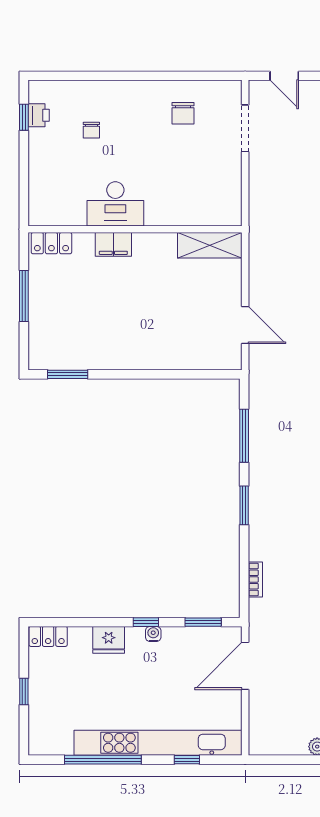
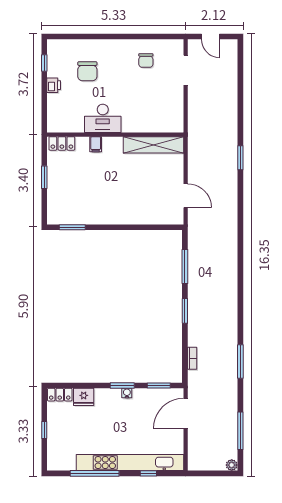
printer: (39, 115) -> (54, 85), moved
chair: (91, 130) -> (87, 71), width x1.87, depth x1.87
filing cabinet: (113, 244) -> (96, 144), width x0.50
shelving: (210, 245) -> (153, 145), width x1.47
window: (24, 296) -> (44, 177), width x0.69
window: (146, 622) -> (122, 385), width x1.50
fridge: (109, 640) -> (84, 397), moved

